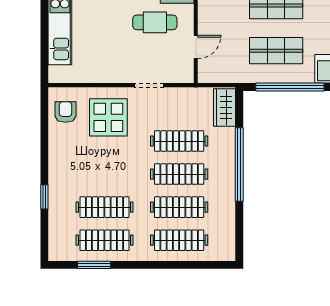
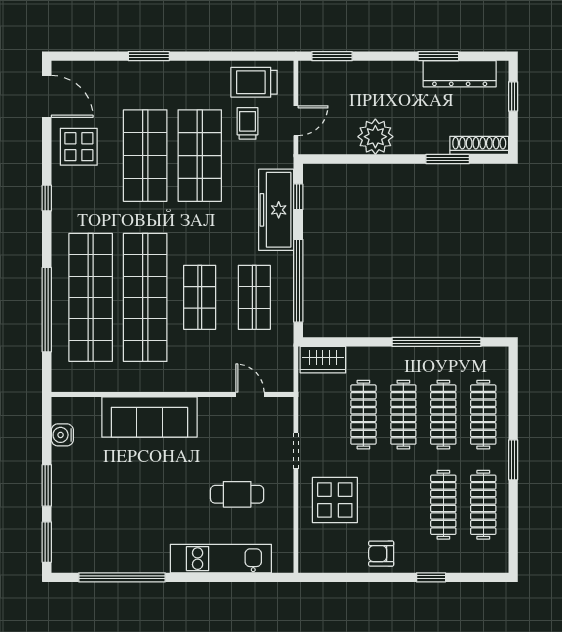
cafe table: (155, 22) -> (237, 494), moved, turned 90
armchair: (65, 112) -> (381, 554), moved
window: (239, 165) -> (437, 342), moved
window: (94, 265) -> (513, 460), moved

